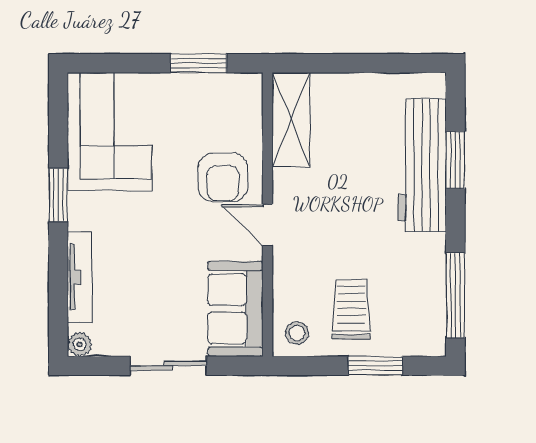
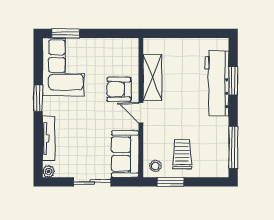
window: (199, 63) -> (66, 33), moved
shelving: (291, 120) -> (152, 77), moved
armchair: (223, 177) -> (119, 89), turned 90
window: (375, 366) -> (170, 182), moved

